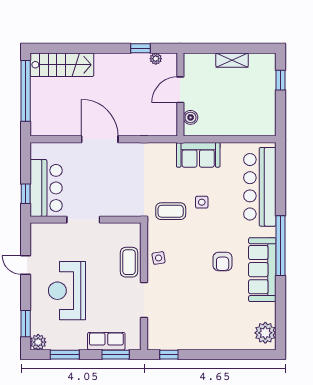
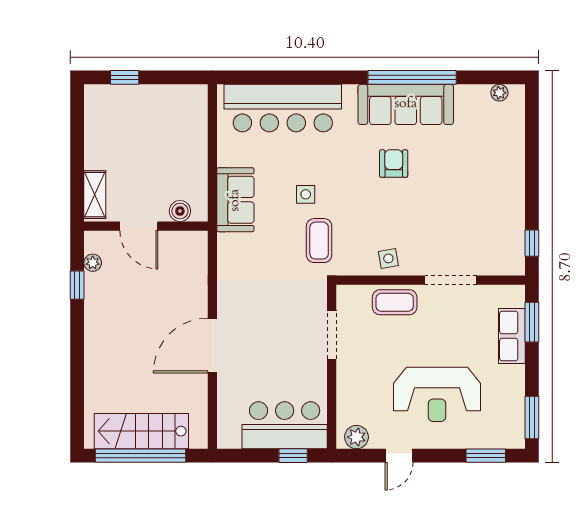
shelving: (232, 60) -> (95, 195), moved
stairs: (62, 65) -> (141, 431), moved, turned -90
doorway: (83, 220) -> (332, 335), moved
window: (281, 246) -> (412, 77), moved
armchair: (223, 262) -> (394, 164), turned -90
plant: (265, 333) -> (499, 93), width x0.53, depth x0.53
plant: (38, 342) -> (357, 437), moved
window: (65, 355) -> (532, 417), moved

